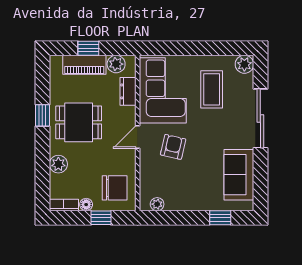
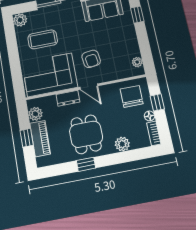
dresser: (128, 91) -> (68, 98), moved
armchair: (173, 147) -> (91, 59), turned -111

